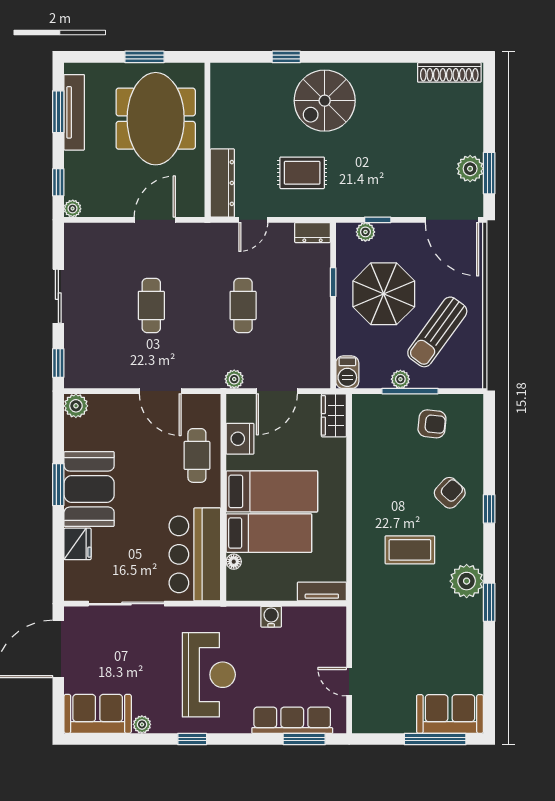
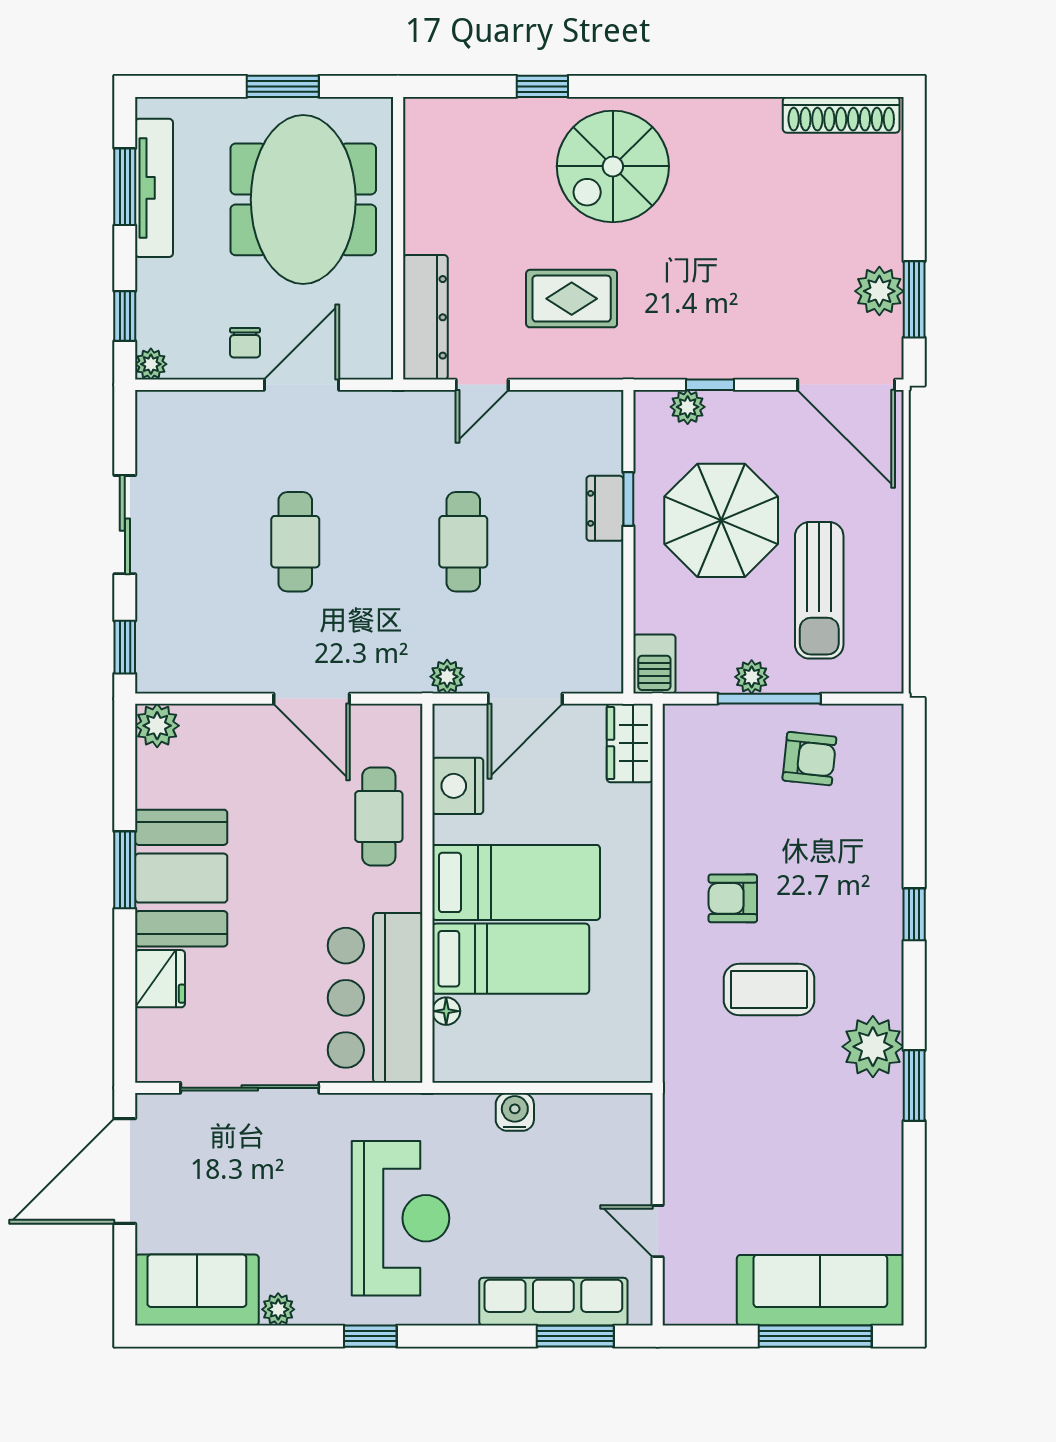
chair: (124, 197) -> (245, 343), added
dresser: (313, 233) -> (605, 508), moved, turned 90
sun lounger: (437, 332) -> (819, 590), turned -36
armchair: (450, 493) -> (733, 898), moved, turned -133
tv unit: (322, 591) -> (608, 1066), removed
sofa: (450, 714) -> (820, 1290), width x1.36

